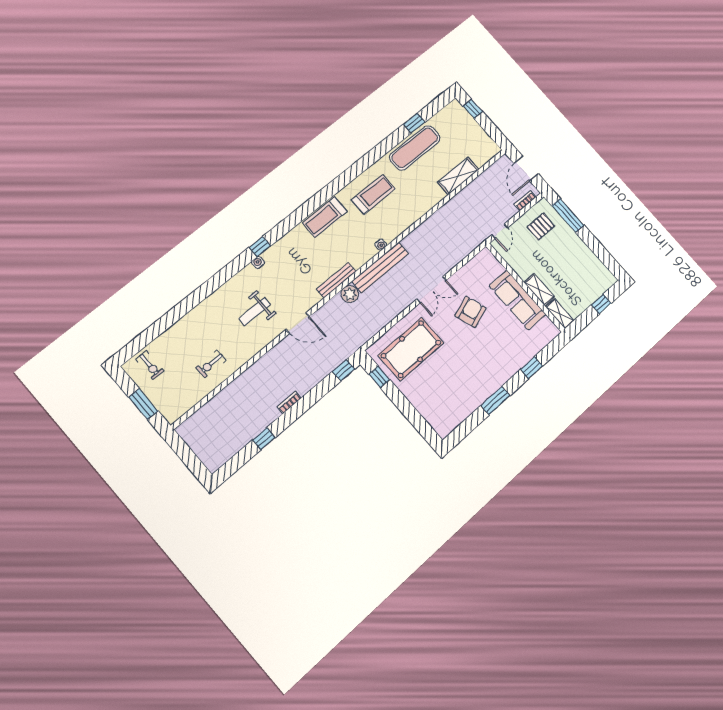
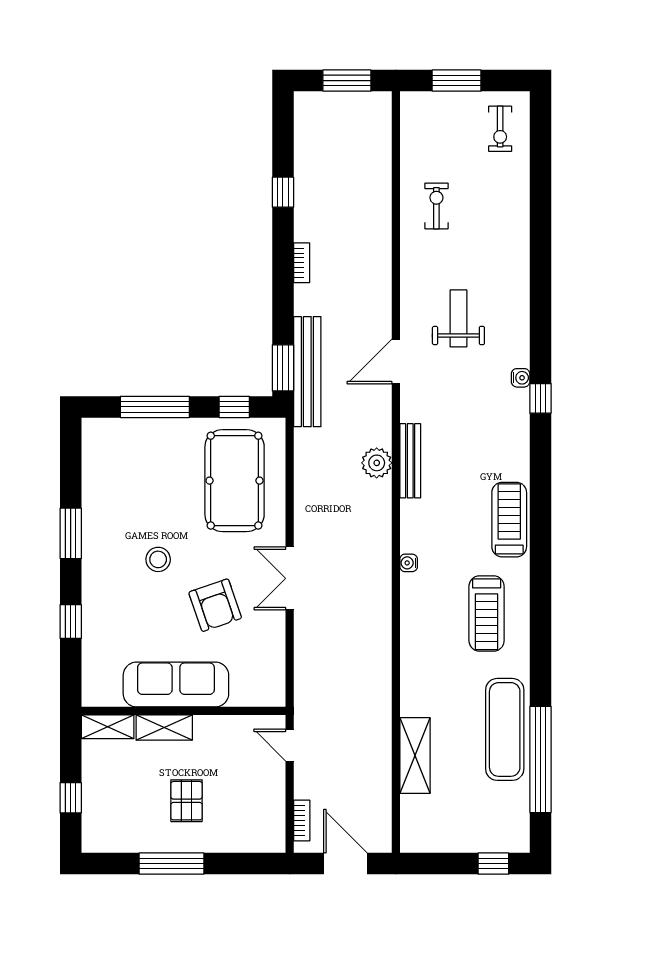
window: (414, 123) -> (540, 759), width x3.17
window: (568, 215) -> (172, 864), moved
pallet: (541, 227) -> (187, 801), moved
bench: (380, 267) -> (307, 372), moved
stool: (473, 353) -> (158, 559), added
exercise bike: (150, 365) -> (500, 129), turned -90
window: (344, 370) -> (283, 368), width x1.50
window: (410, 412) -> (155, 407), added
window: (186, 455) -> (347, 81), added

